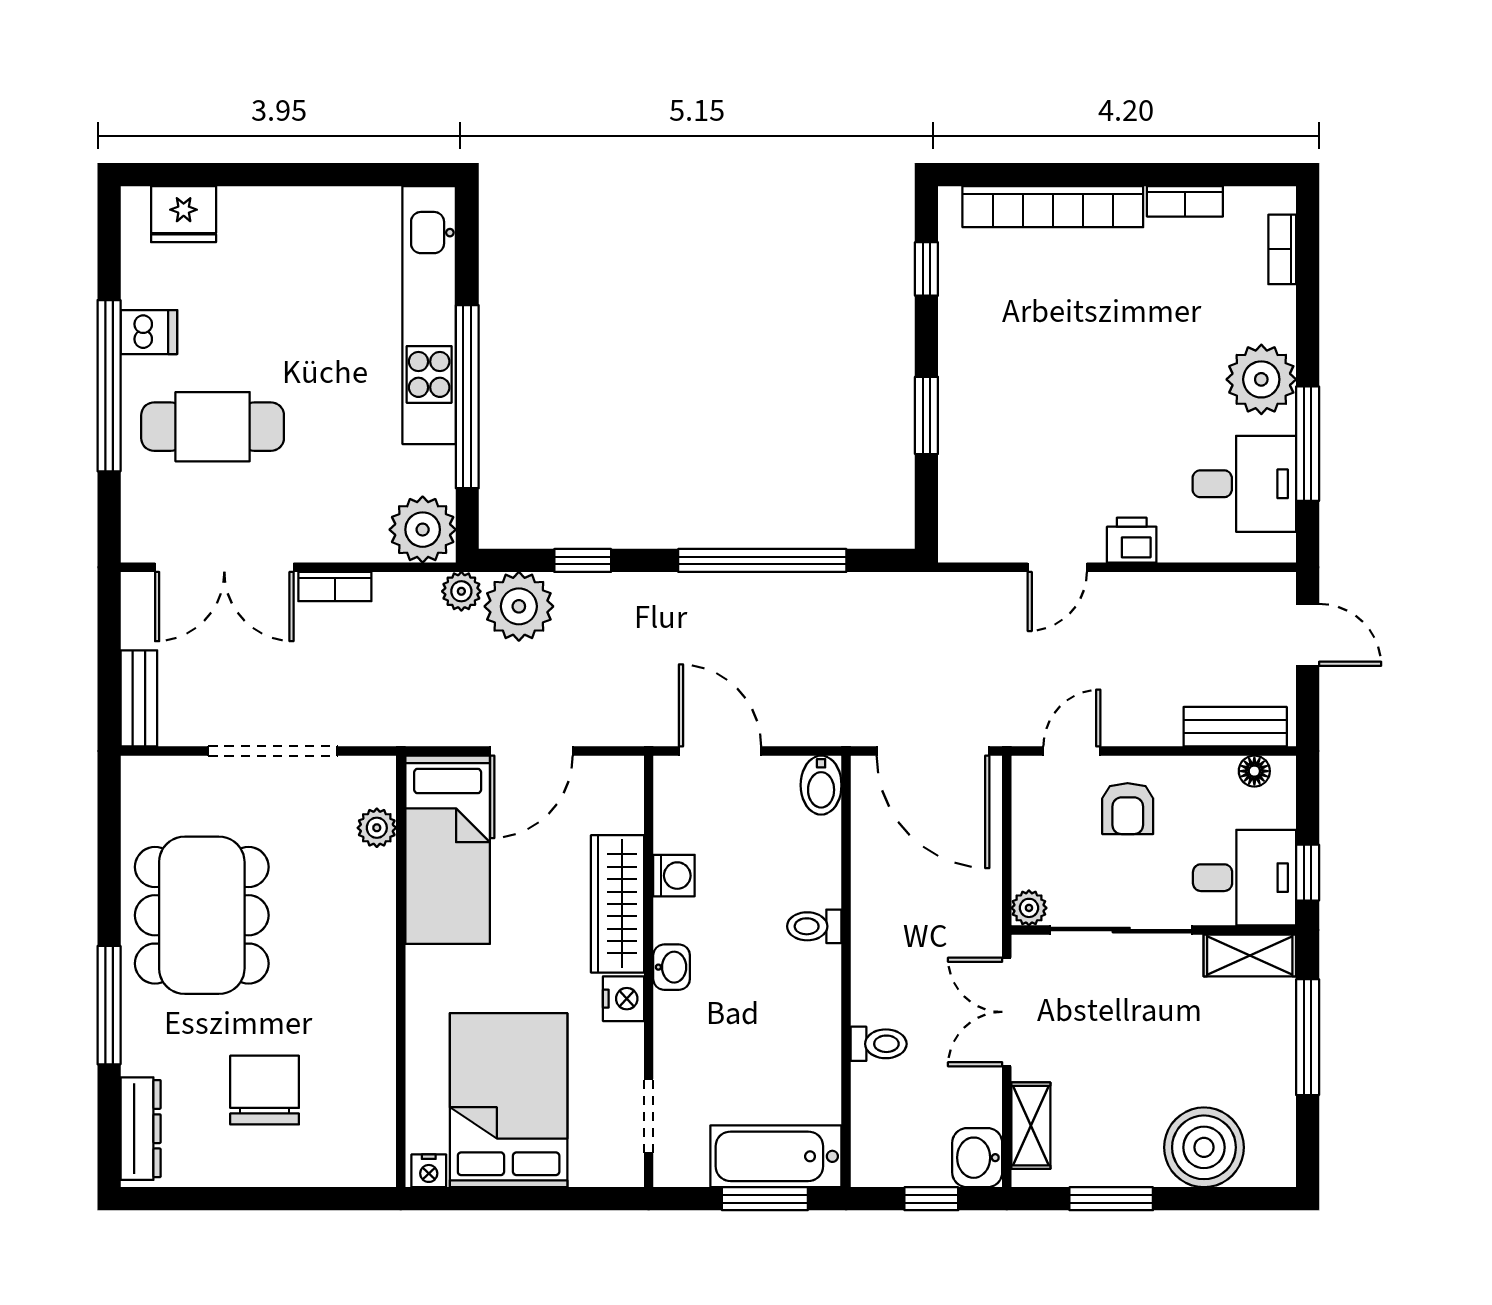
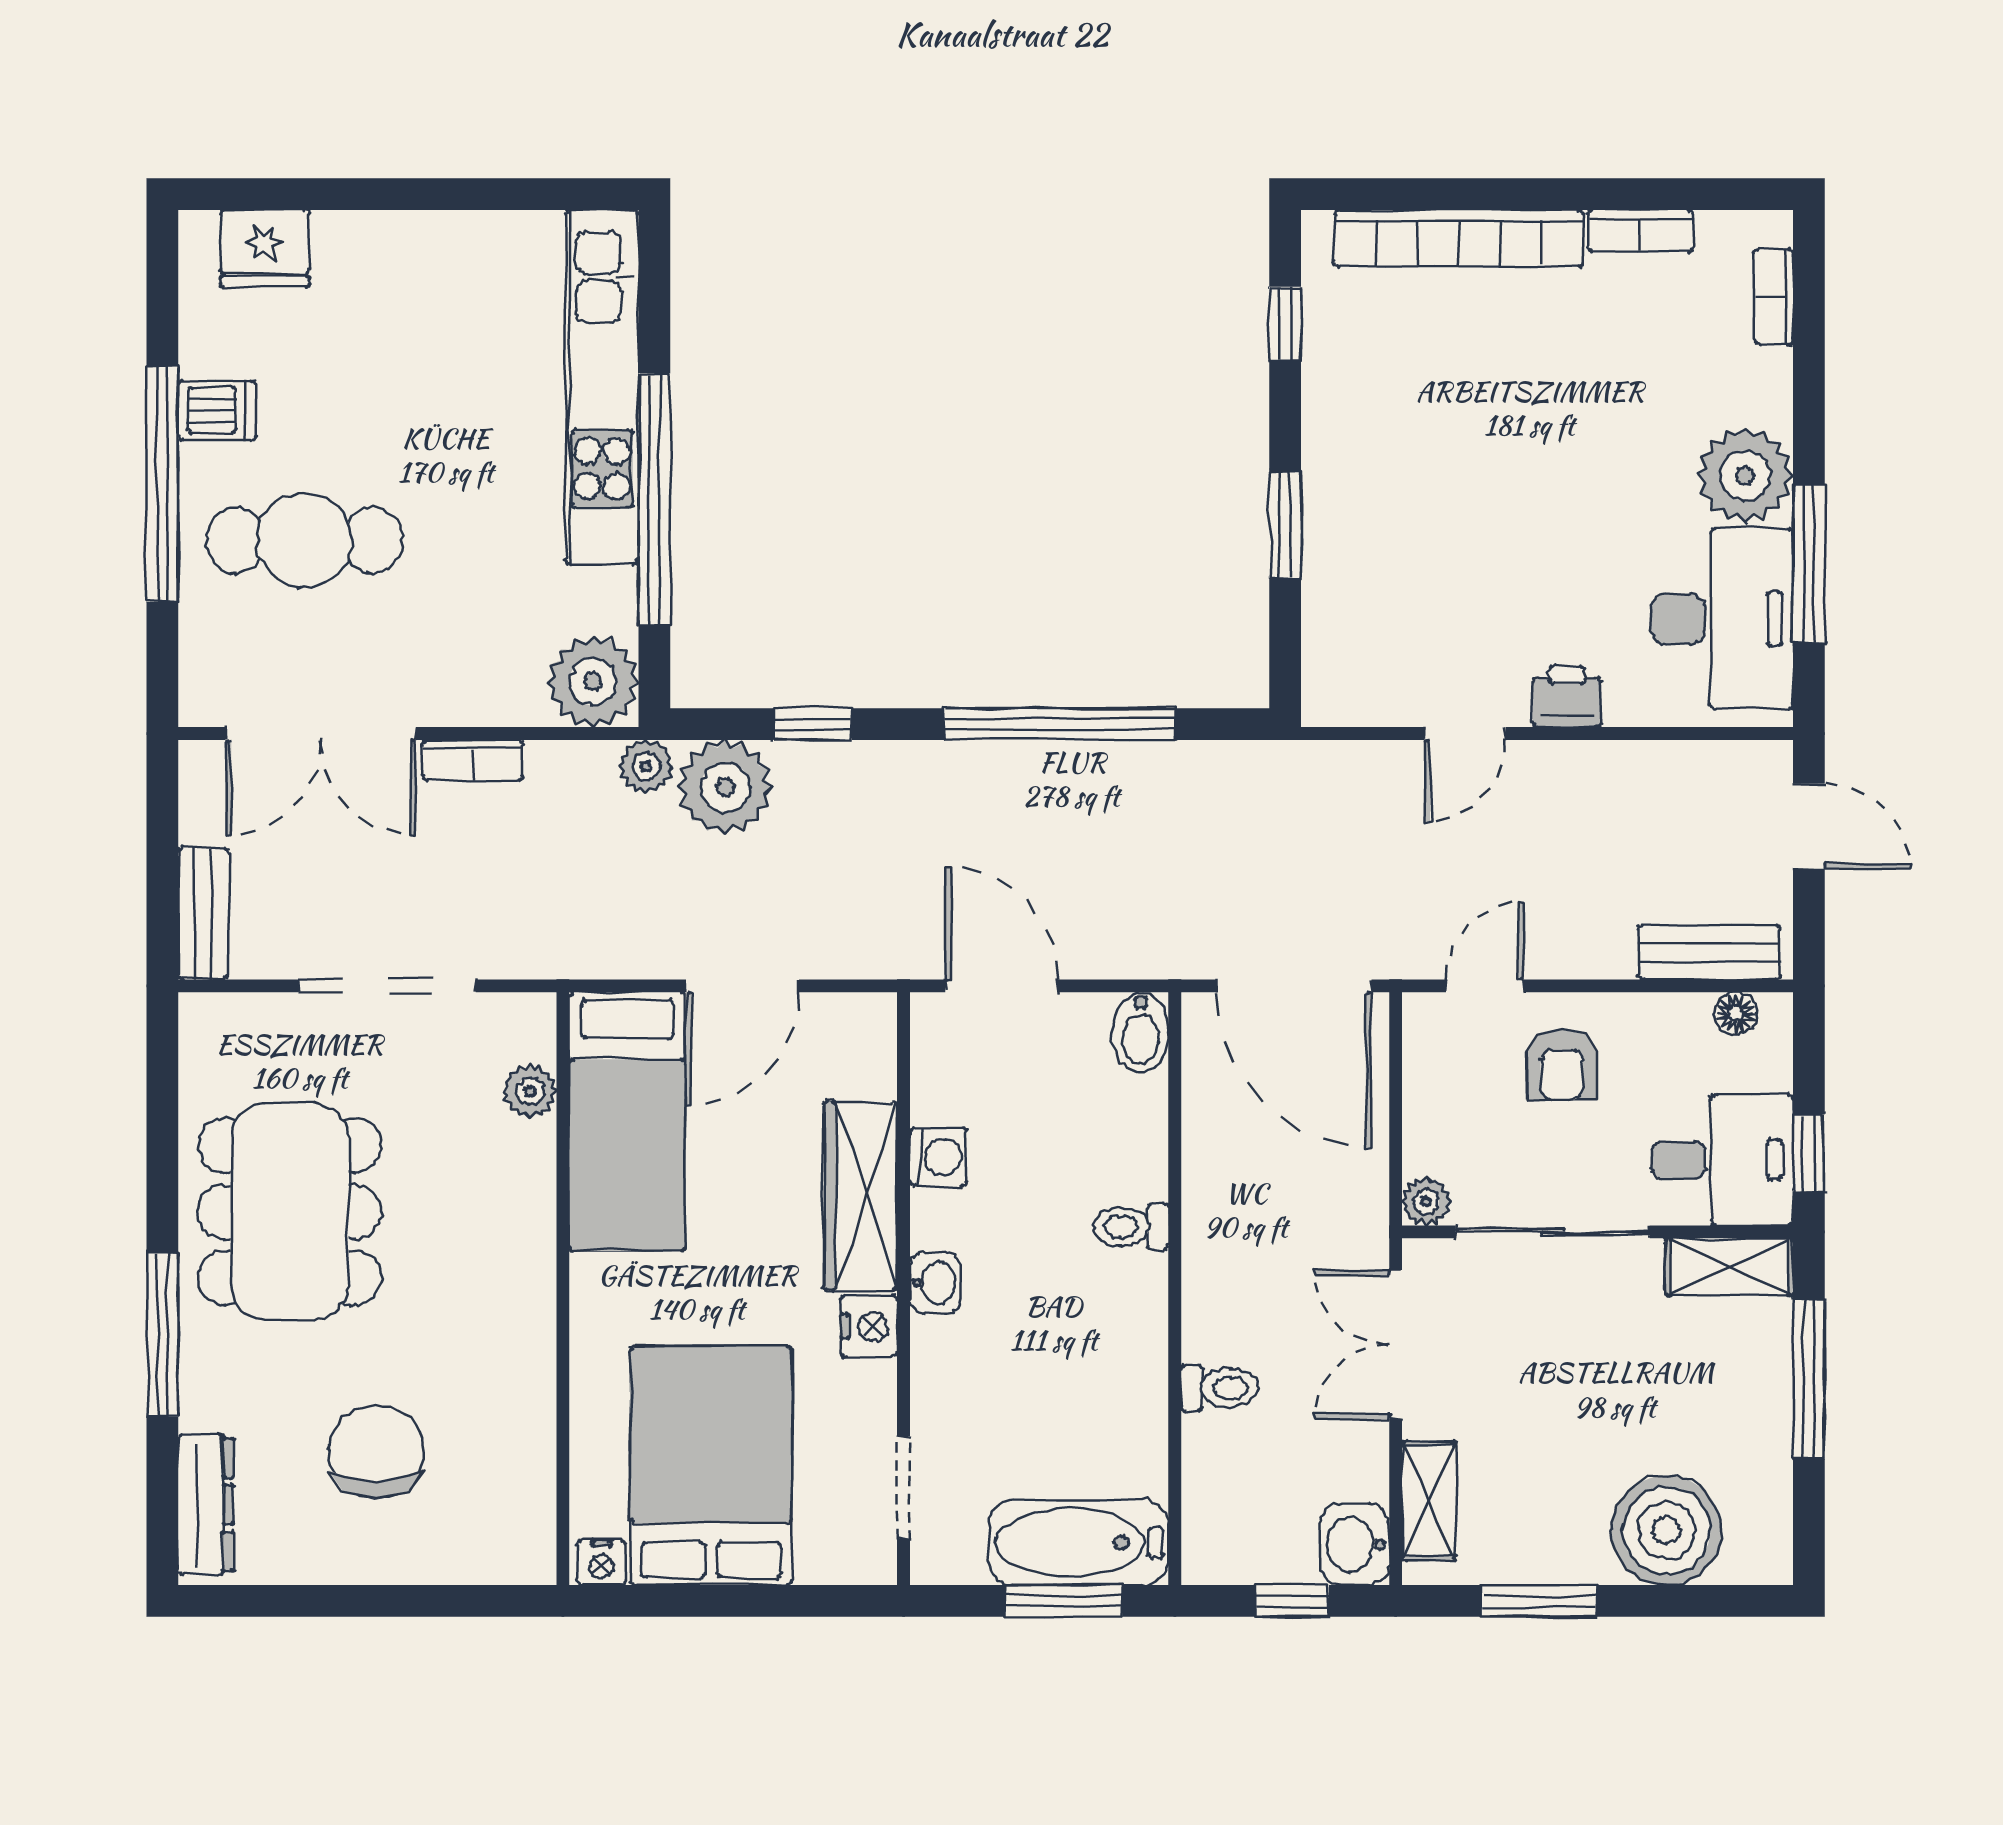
desk: (1244, 484) -> (1722, 619), width x1.37

